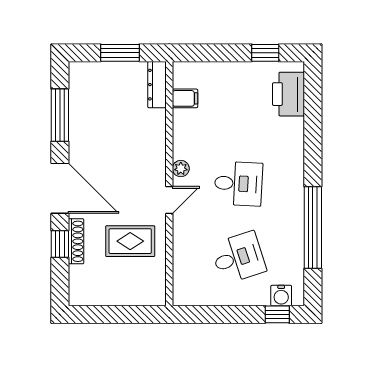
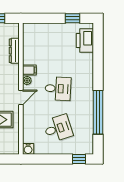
dresser: (157, 85) -> (14, 51), moved
filing cabinet: (185, 98) -> (29, 70), moved
water cooler: (281, 296) -> (28, 149), moved

